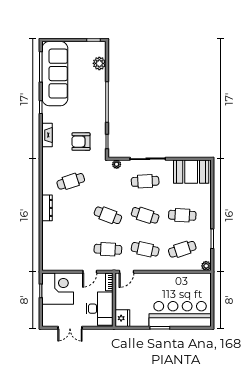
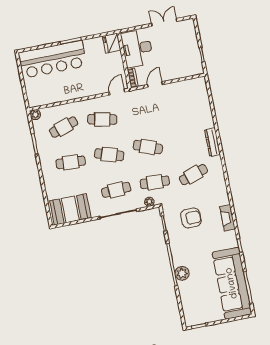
plant: (99, 63) -> (182, 273), moved
cafe table: (108, 249) -> (155, 182), moved
corner desk: (58, 289) -> (185, 61), removed

